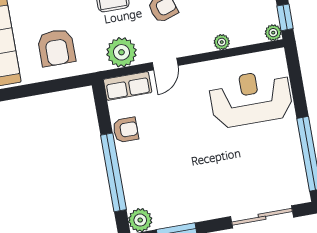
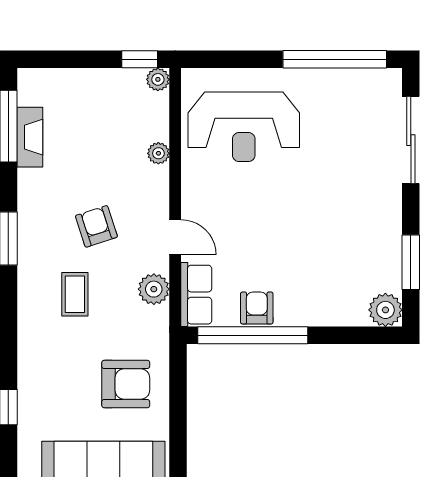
plant: (121, 52) -> (154, 289), width x0.73, depth x0.73
reception desk: (251, 98) -> (244, 127), turned -90
window: (113, 172) -> (253, 335), moved

